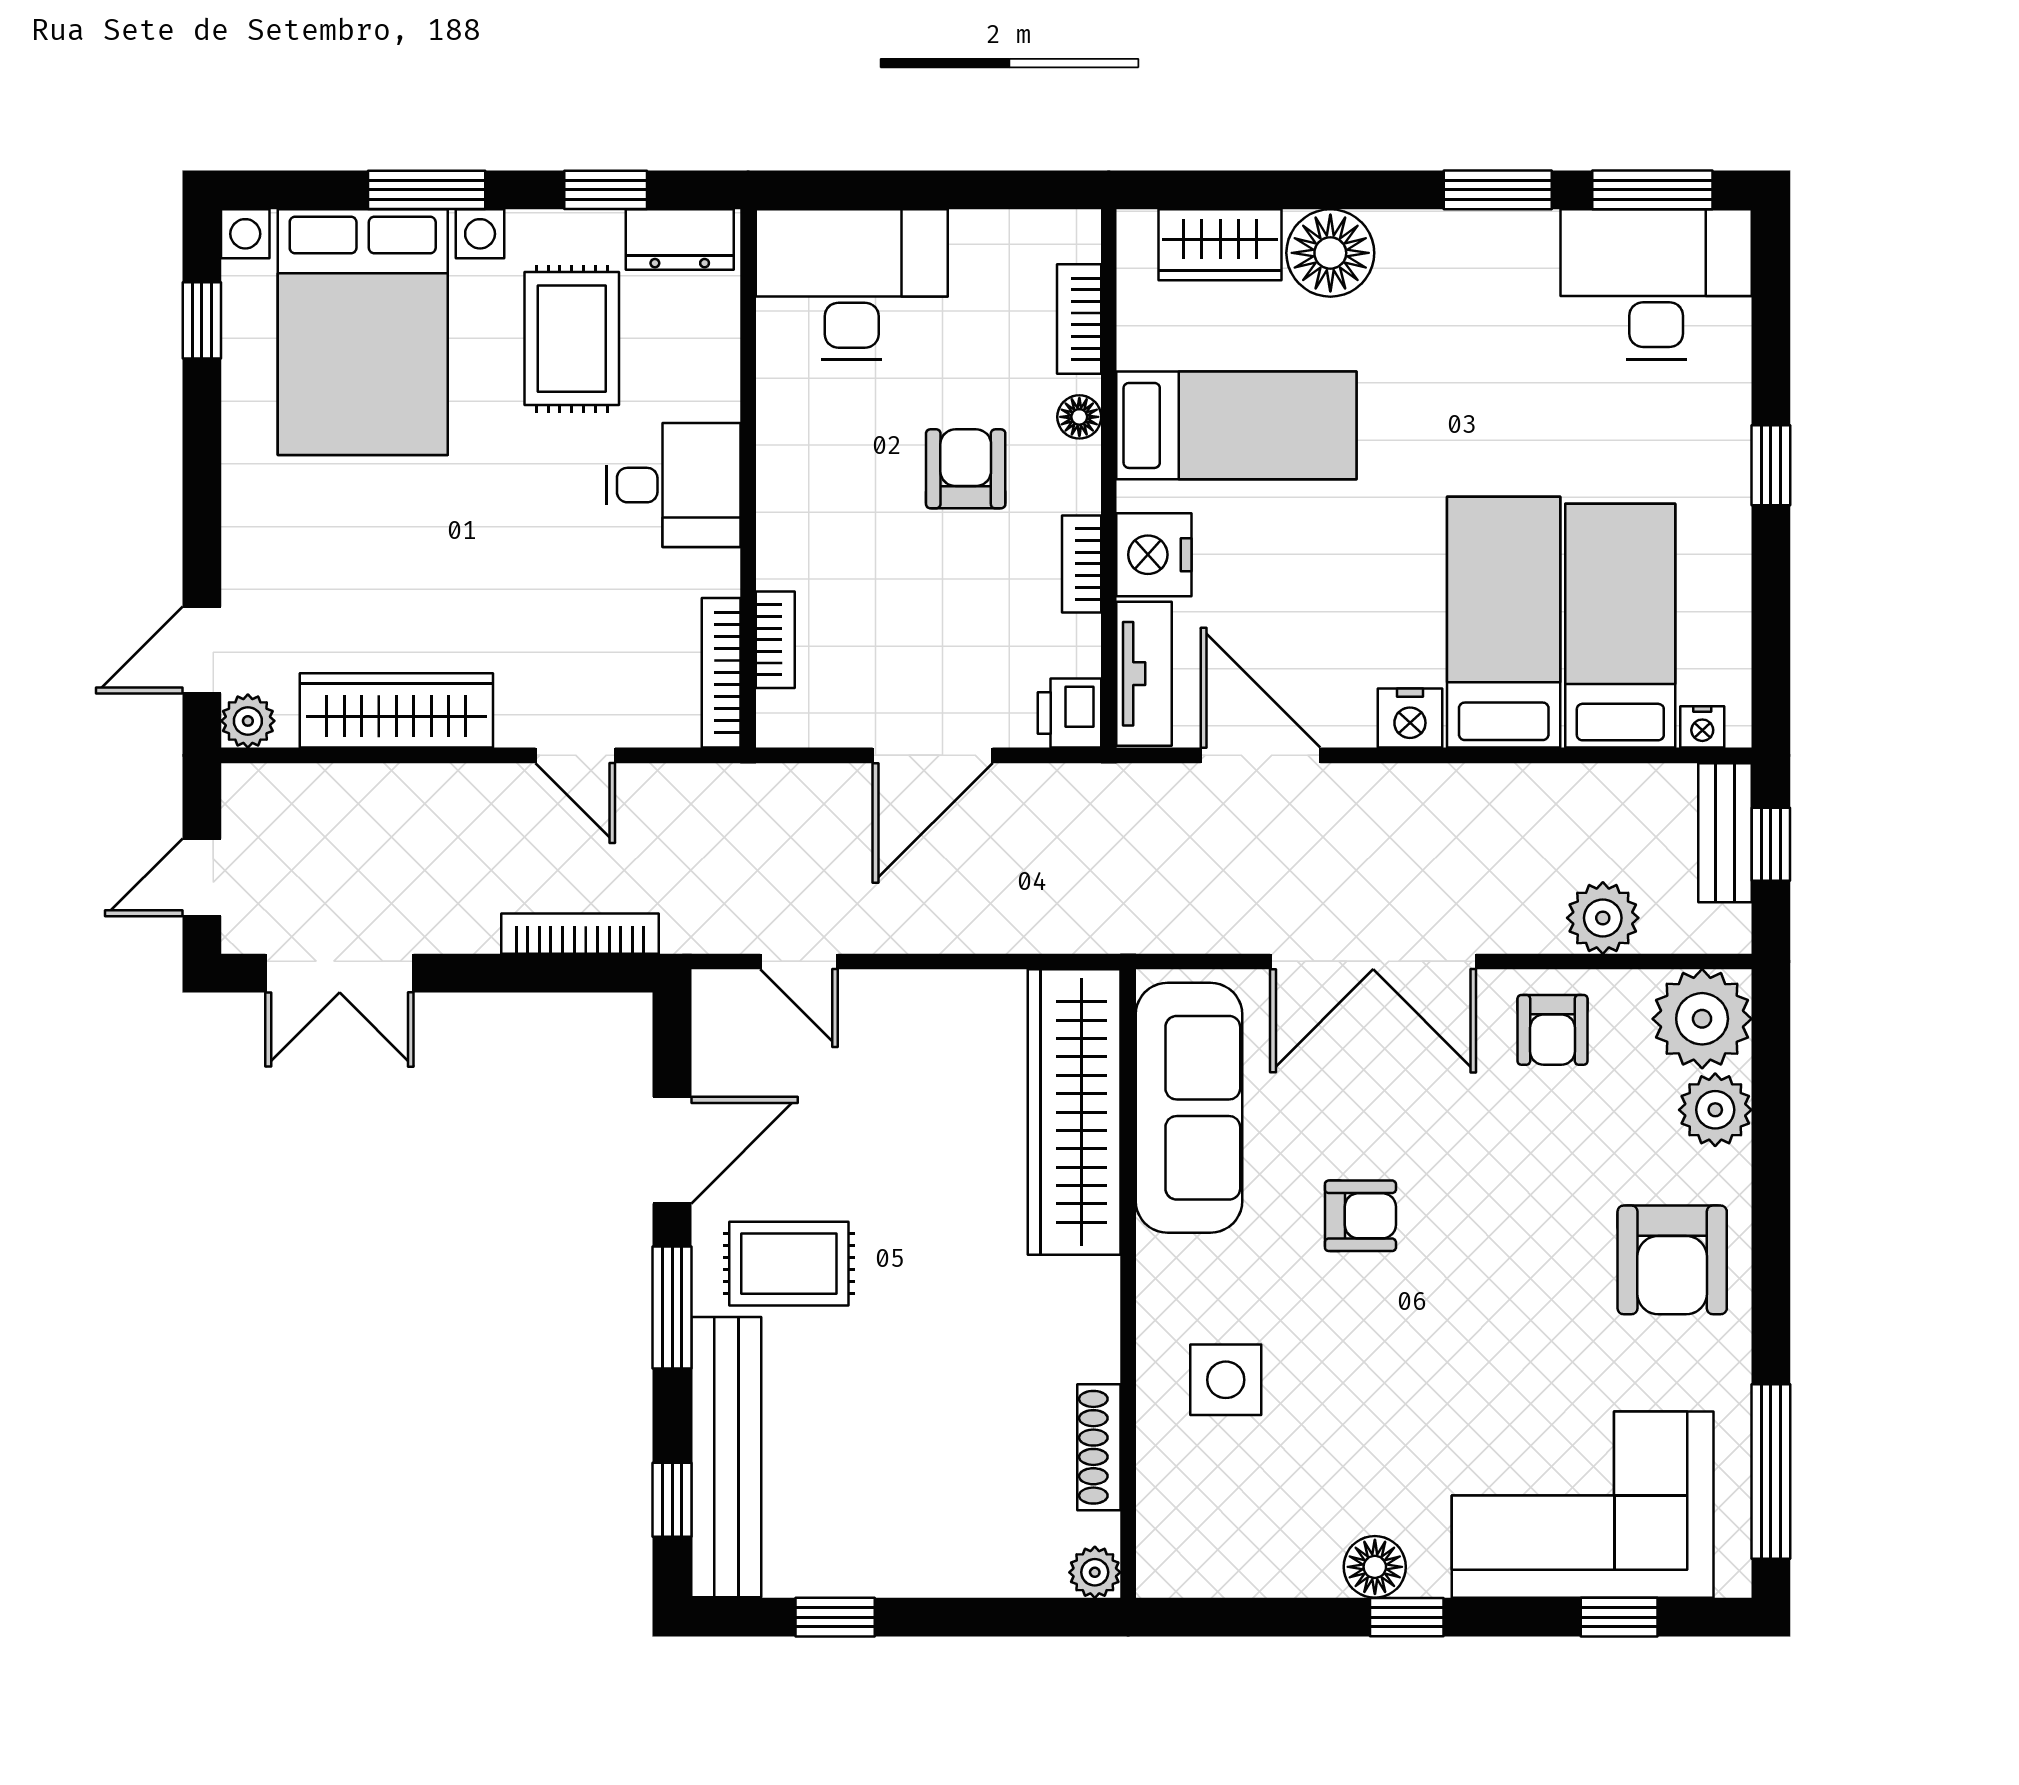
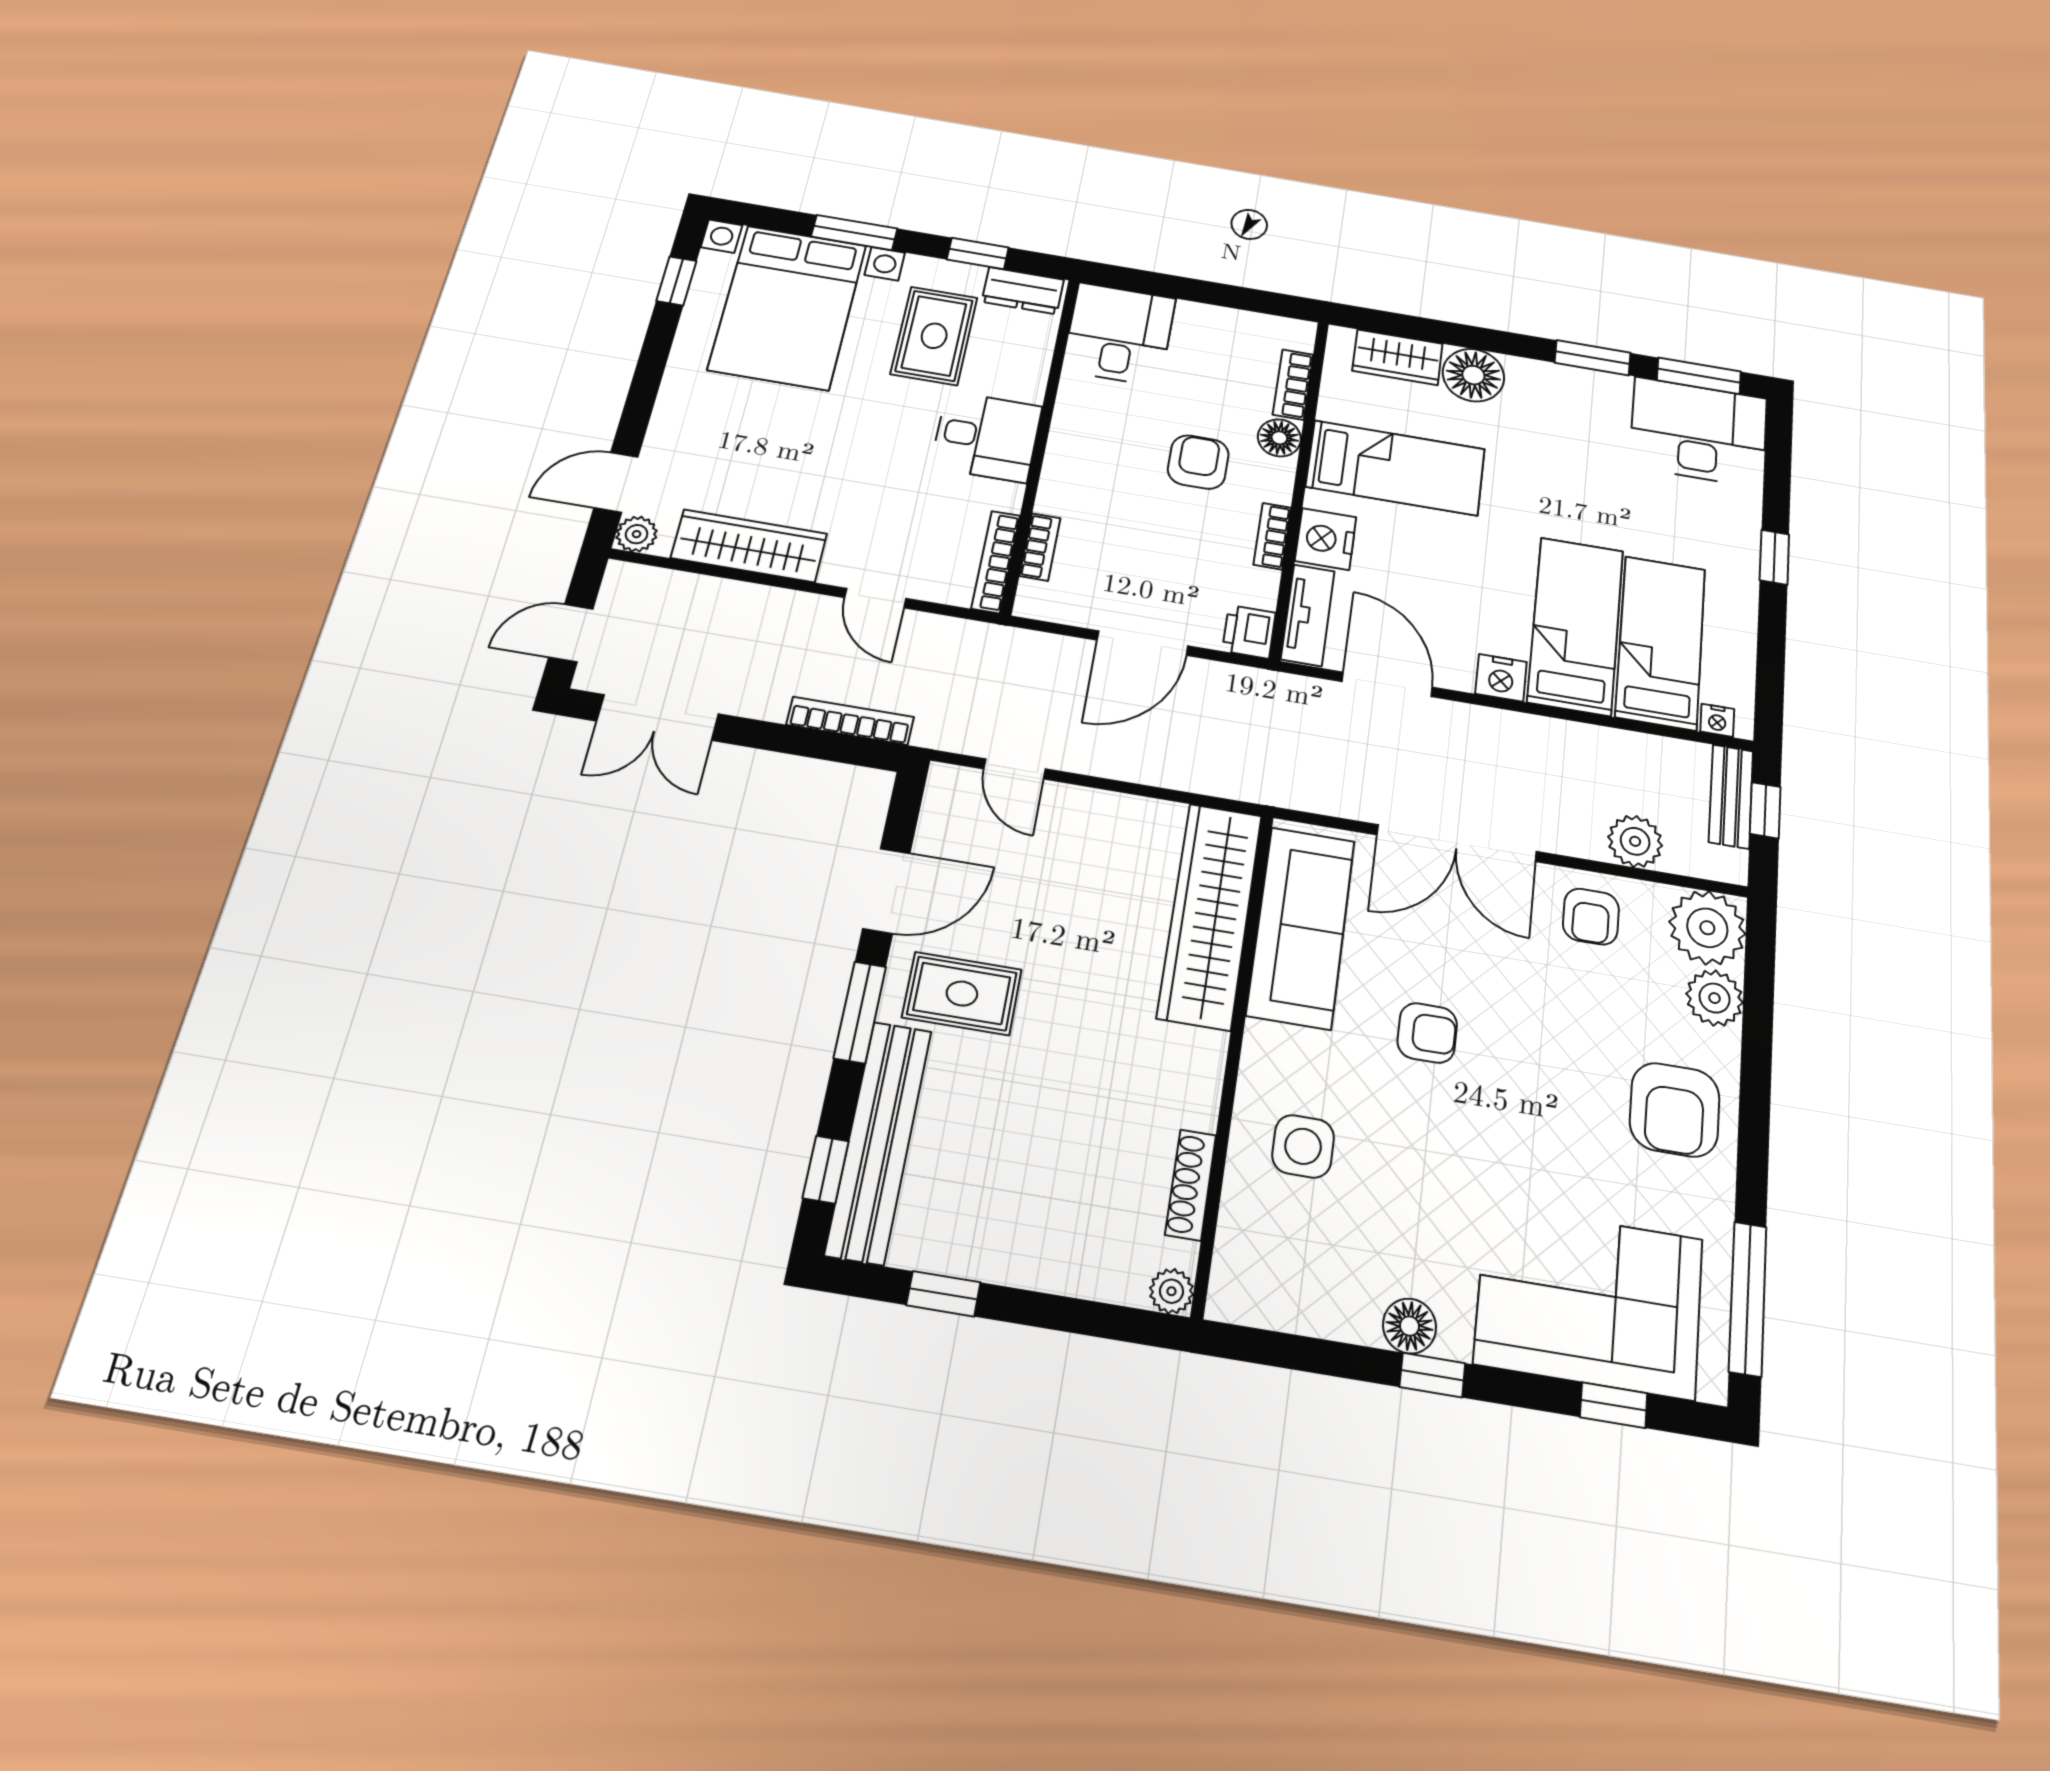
desk: (852, 285) -> (1119, 334), width x0.73
floor lamp: (1079, 417) -> (1279, 438), width x1.37, depth x1.37

